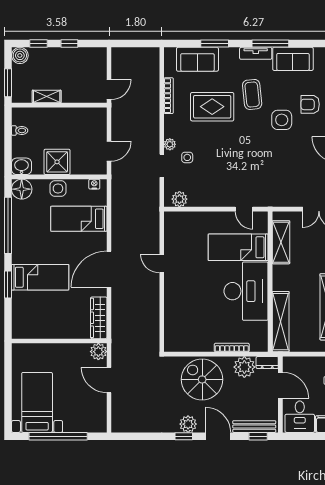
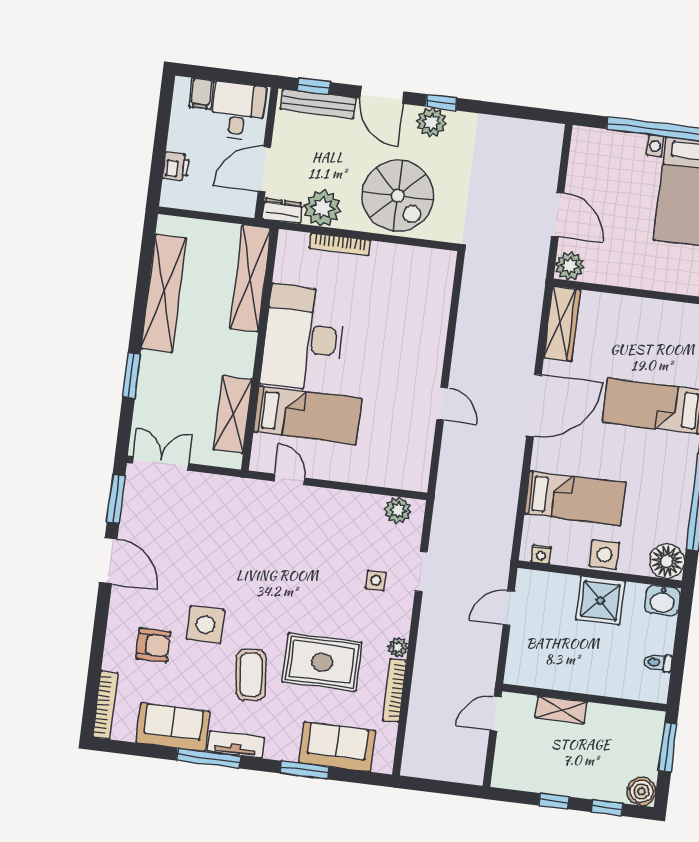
shelving: (47, 96) -> (561, 710), moved
plant: (170, 144) -> (398, 647), moved
door: (280, 385) -> (264, 169), hinge flipped

